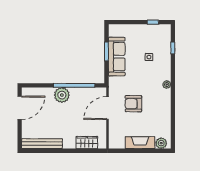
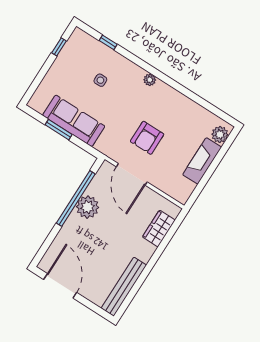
plant: (62, 95) -> (88, 207), moved

